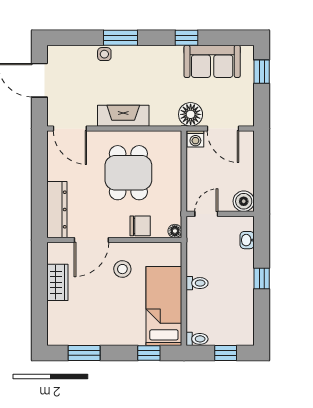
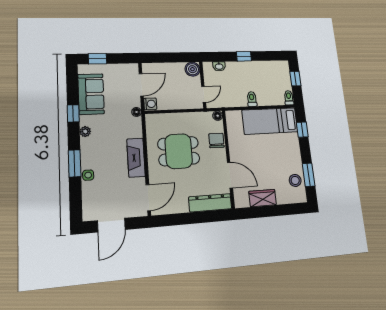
plant: (161, 52) -> (85, 132), added
floor lamp: (191, 114) -> (137, 112), width x0.53, depth x0.53
door: (206, 214) -> (204, 94), swing flipped
stool: (122, 269) -> (295, 180), moved

